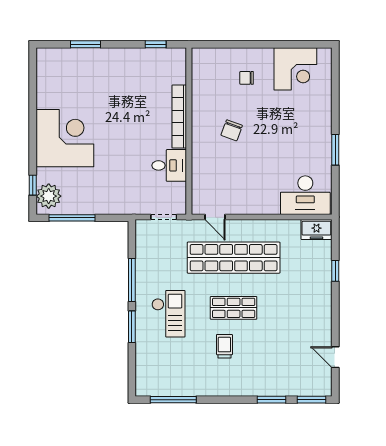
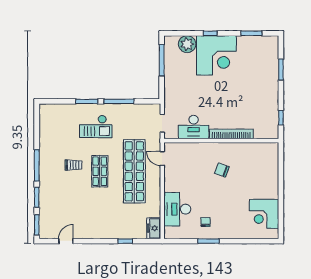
chair: (247, 78) -> (206, 222), moved
window: (33, 87) -> (251, 33), added
desk: (169, 165) -> (194, 127), width x1.37
window: (33, 185) -> (210, 33), moved
desk: (305, 195) -> (177, 209), moved
plant: (49, 196) -> (187, 44), moved
door: (215, 217) -> (162, 159), hinge flipped
window: (173, 400) -> (37, 165), moved

